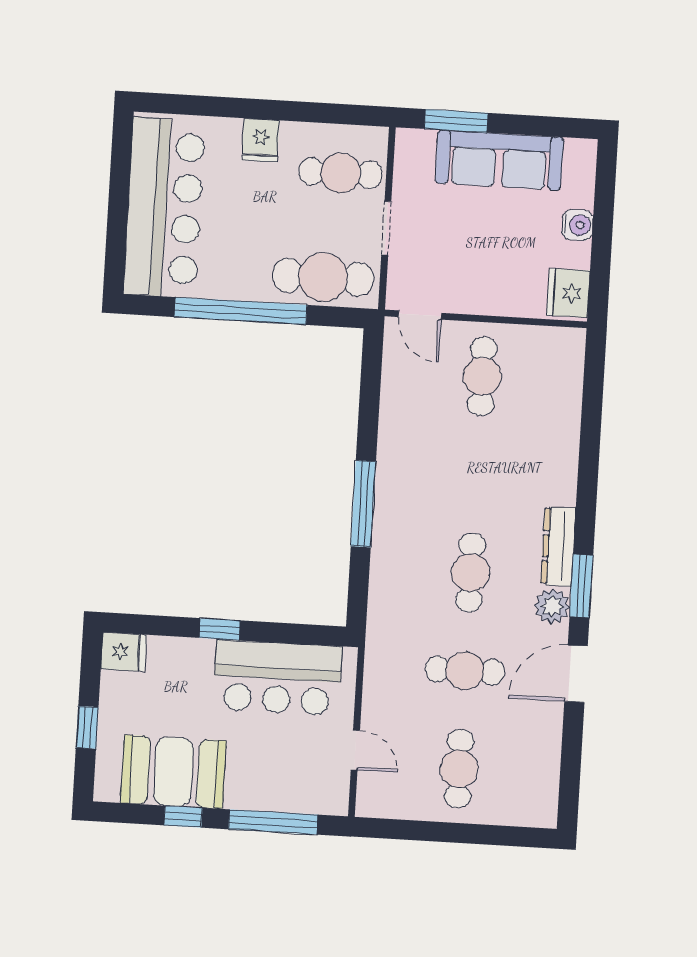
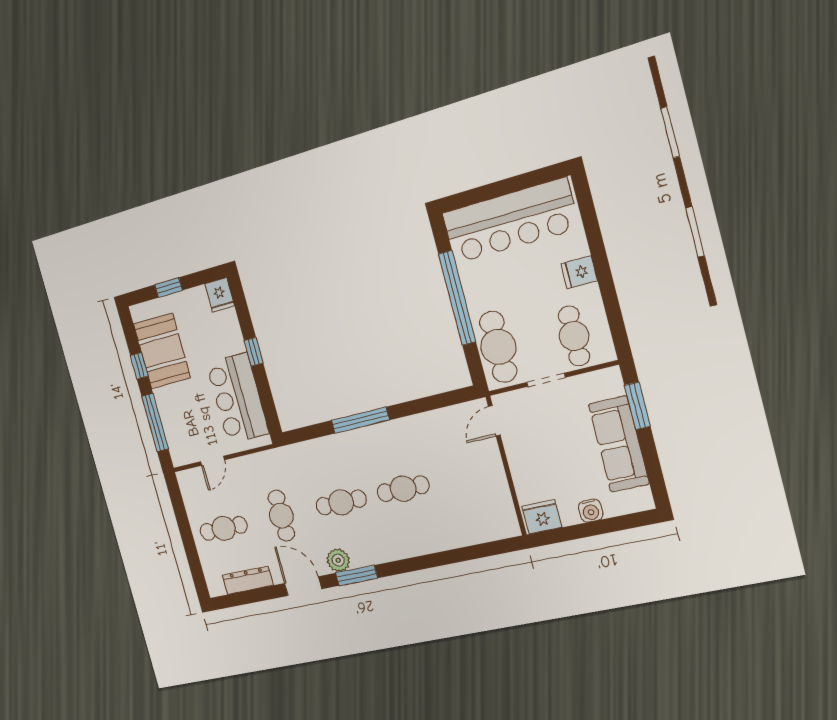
cafe table: (482, 376) -> (403, 489), moved
dresser: (558, 547) -> (248, 580), moved

